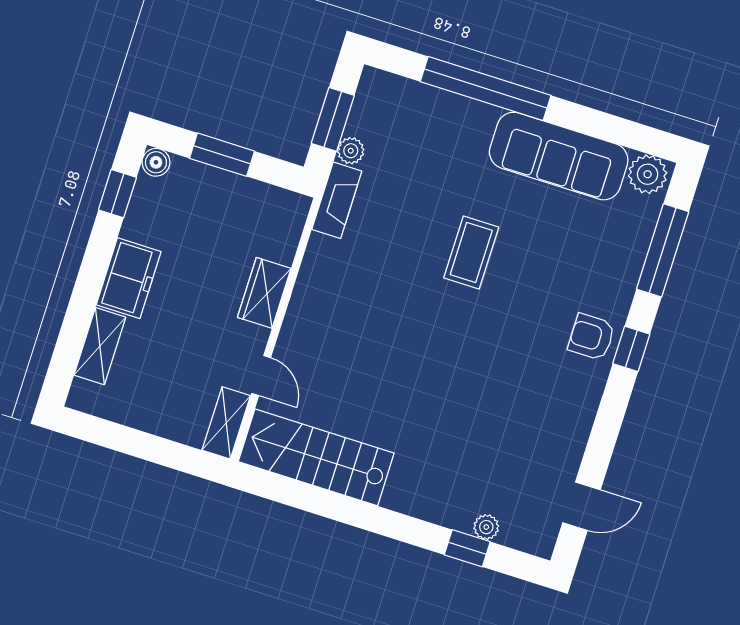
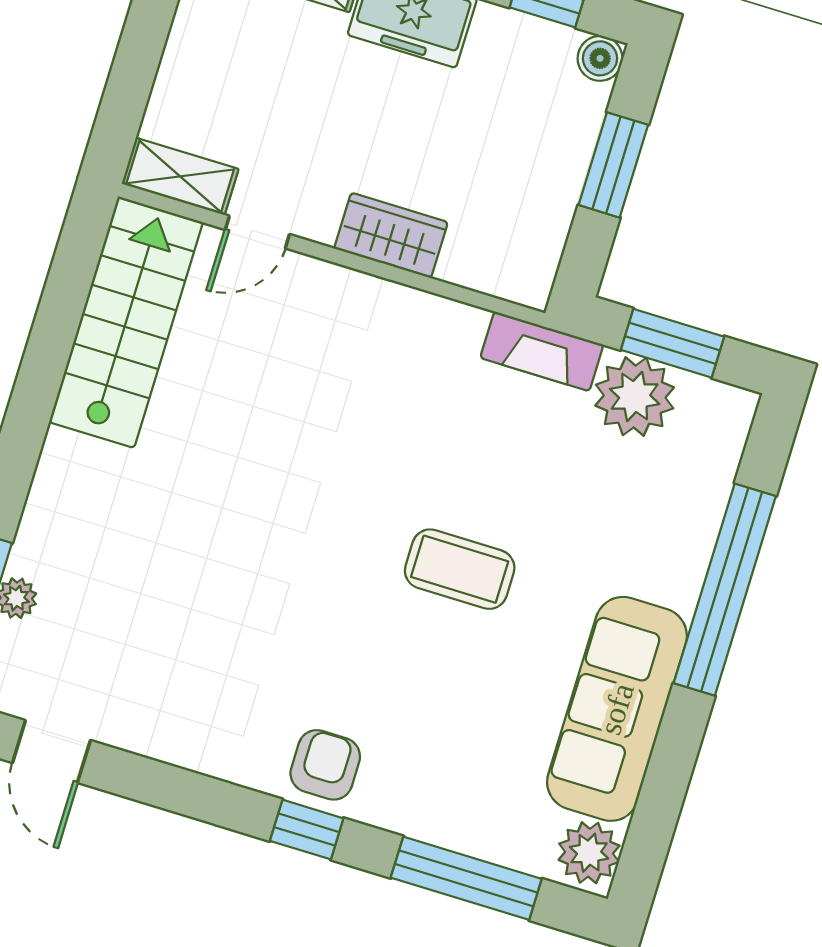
plant: (351, 151) -> (635, 396), width x1.87, depth x1.87

